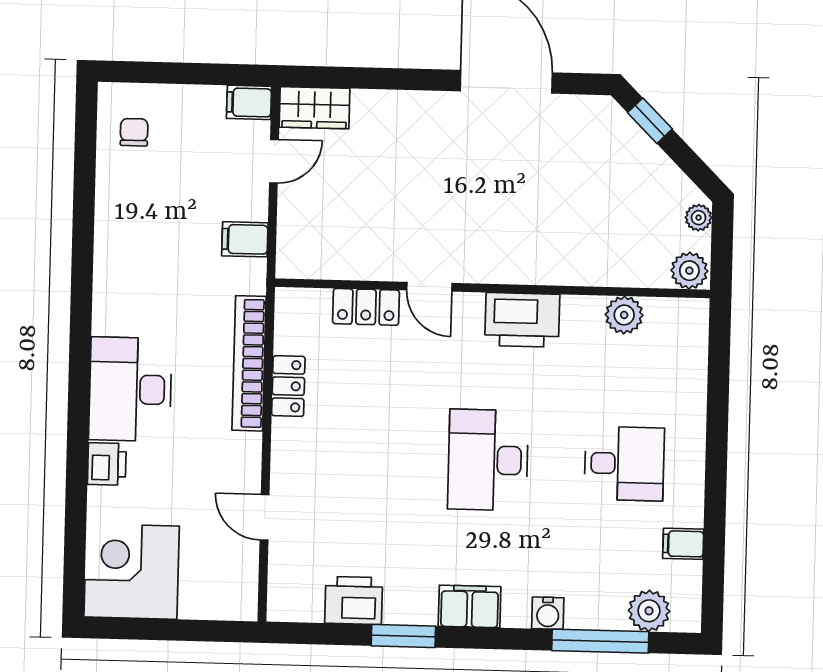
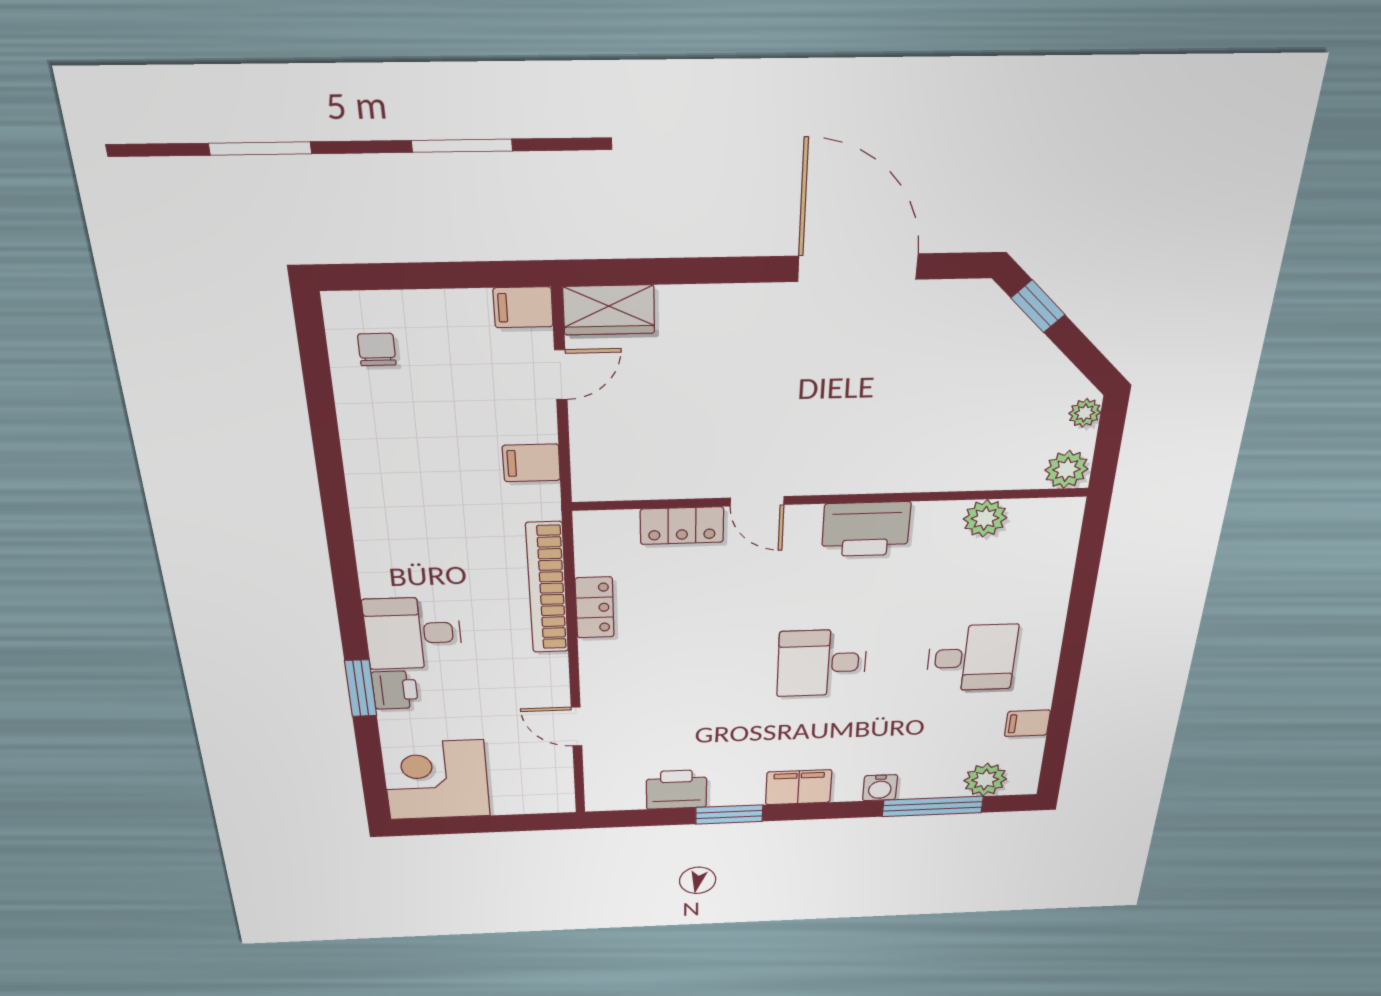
desk: (130, 389) -> (413, 633), width x0.73
window: (77, 460) -> (361, 688), added
desk: (488, 460) -> (822, 663), width x0.73

